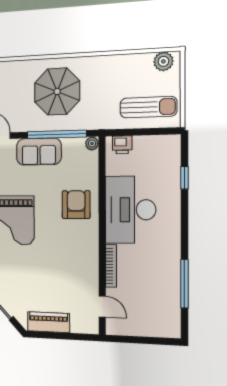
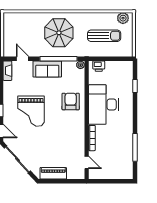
sun lounger: (148, 107) -> (104, 36), moved

